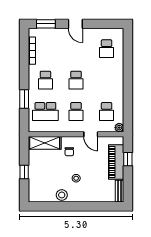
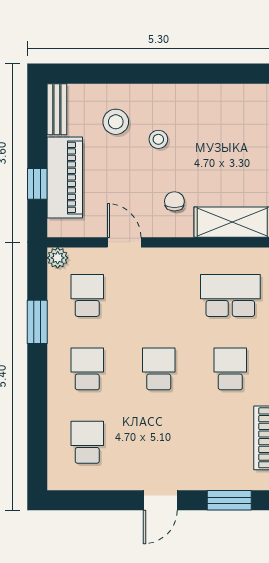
door: (75, 24) -> (160, 500), swing flipped
window: (128, 100) -> (37, 322), added
school desk: (76, 111) -> (87, 369), moved
stool: (62, 195) -> (116, 122), moved

